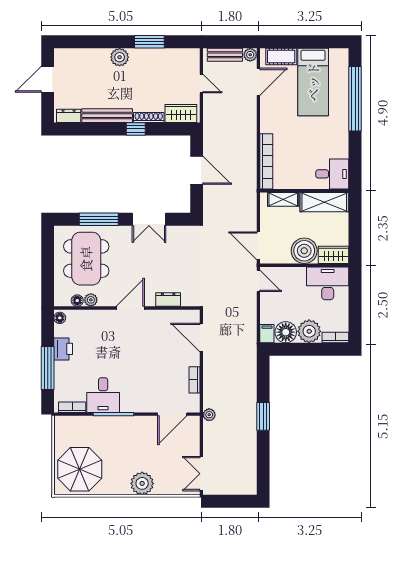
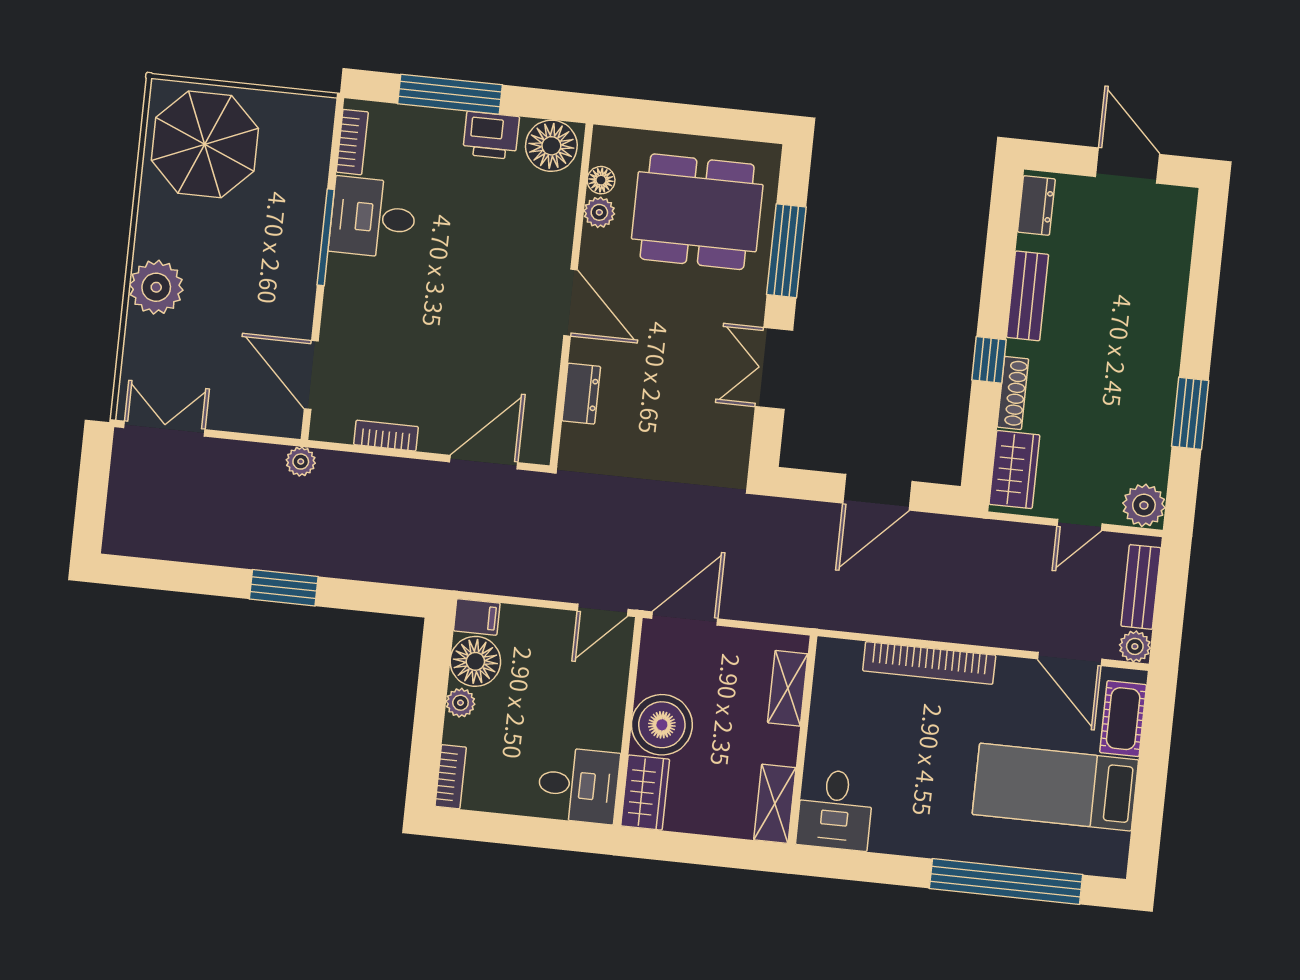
plant: (120, 57) -> (1144, 505), moved
bench: (107, 116) -> (1028, 296), width x0.73
bookcase: (266, 161) -> (929, 663), moved
shelving: (324, 202) -> (775, 804), width x0.67, depth x0.75
desk: (328, 283) -> (578, 785), width x0.73
floor lamp: (60, 318) -> (551, 146), width x1.89, depth x1.89
plant: (309, 331) -> (460, 703), width x0.53, depth x0.53

